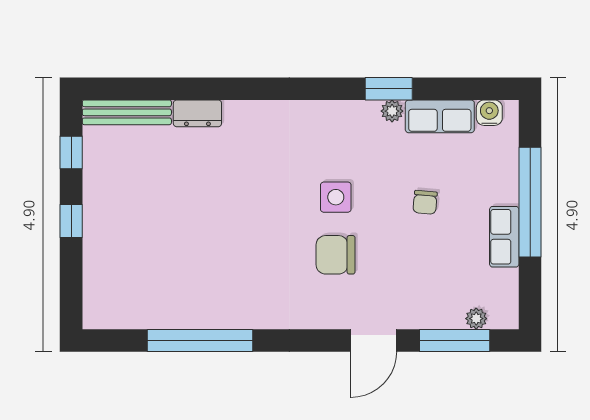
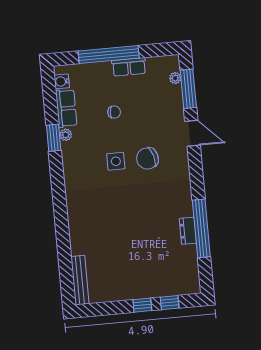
dresser: (197, 113) -> (188, 231), moved, turned 180
window: (71, 152) -> (170, 303), moved
chair: (336, 255) -> (147, 158), turned 74

